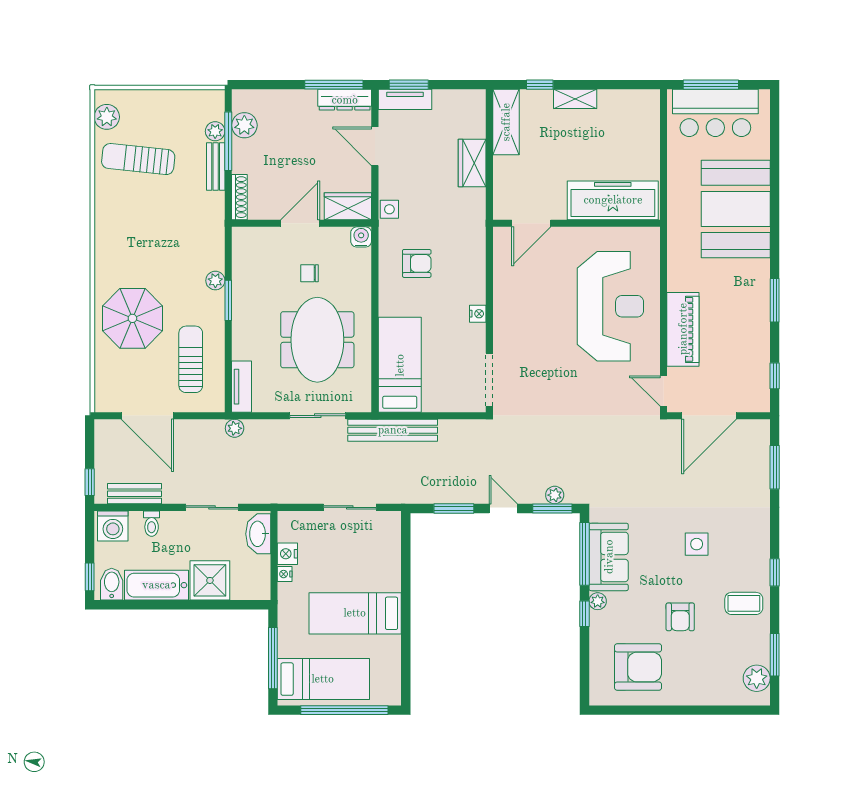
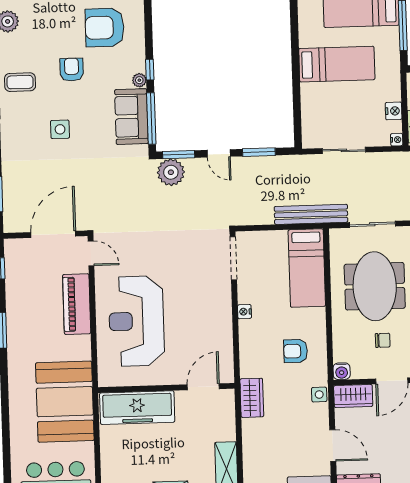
wardrobe: (472, 163) -> (252, 398), moved
booth: (736, 209) -> (65, 402), moved
plant: (555, 495) -> (171, 172), width x1.87, depth x1.87
nightstand: (285, 574) -> (397, 140), moved

